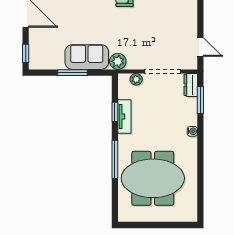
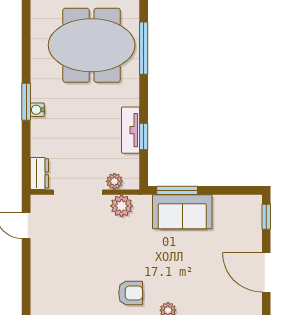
plant: (118, 61) -> (122, 206), moved
window: (72, 73) -> (177, 190), moved
window: (200, 100) -> (26, 102), moved
window: (115, 159) -> (144, 48), moved

